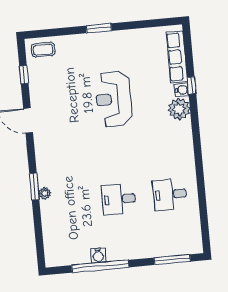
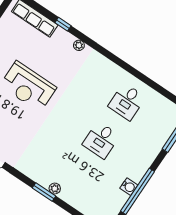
water cooler: (182, 90) -> (61, 34), removed
plant: (179, 109) -> (79, 45), width x0.53, depth x0.53

